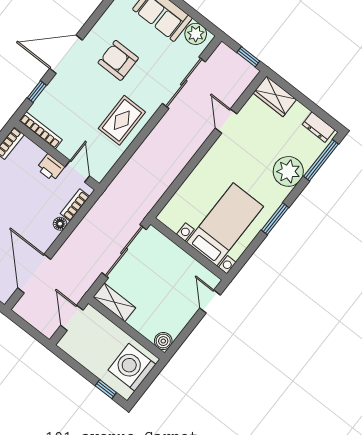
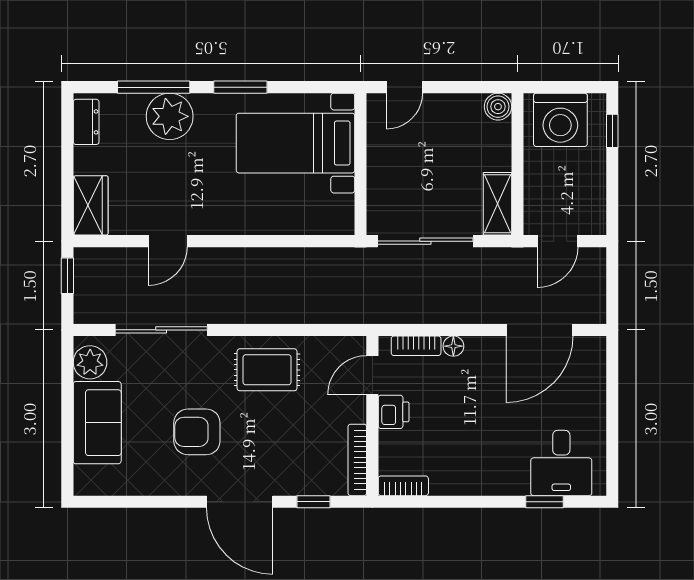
armchair: (118, 60) -> (197, 432), turned 90
window: (321, 160) -> (154, 87), moved

